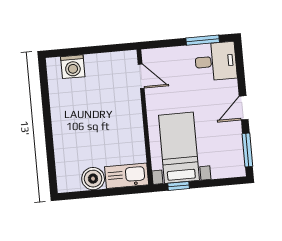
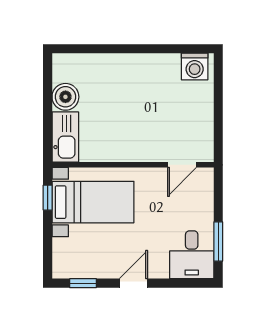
washing machine: (73, 67) -> (195, 66), moved, turned -90
door: (244, 108) -> (134, 283), hinge flipped
window: (247, 150) -> (83, 283), width x0.67

